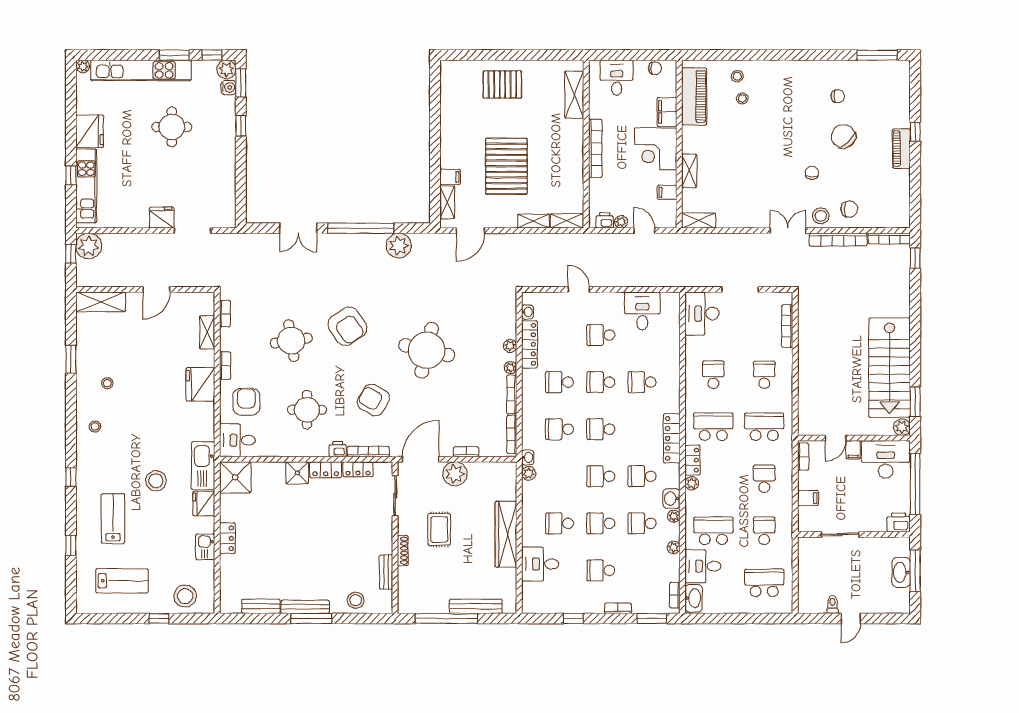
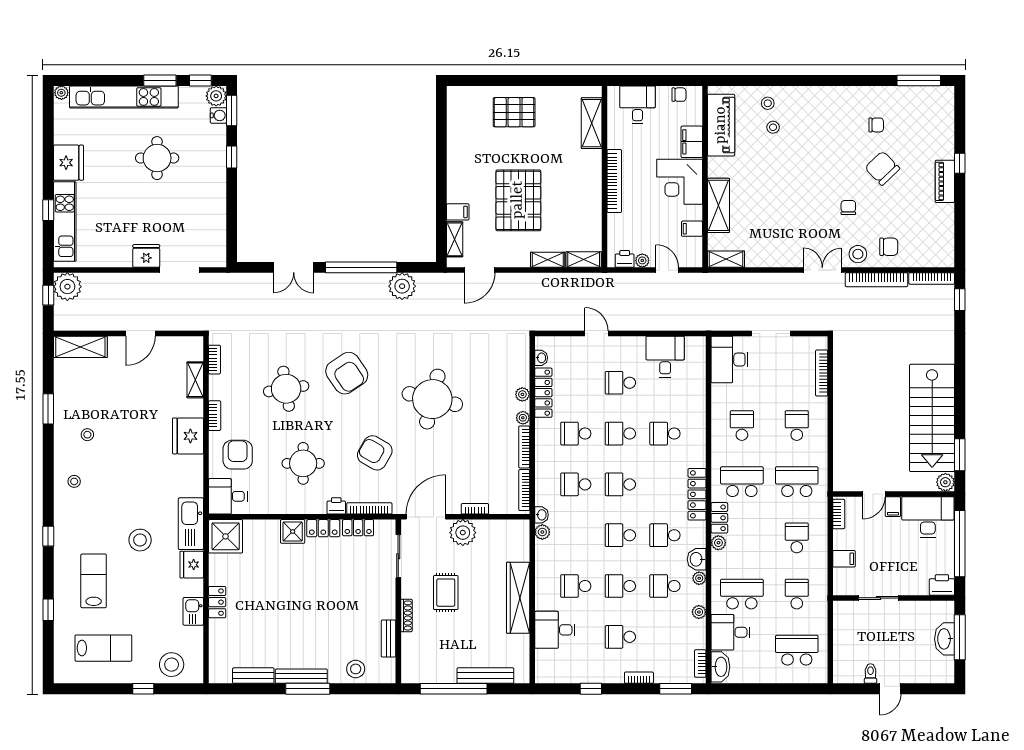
shelving: (689, 171) -> (718, 205), width x1.50, depth x1.33

